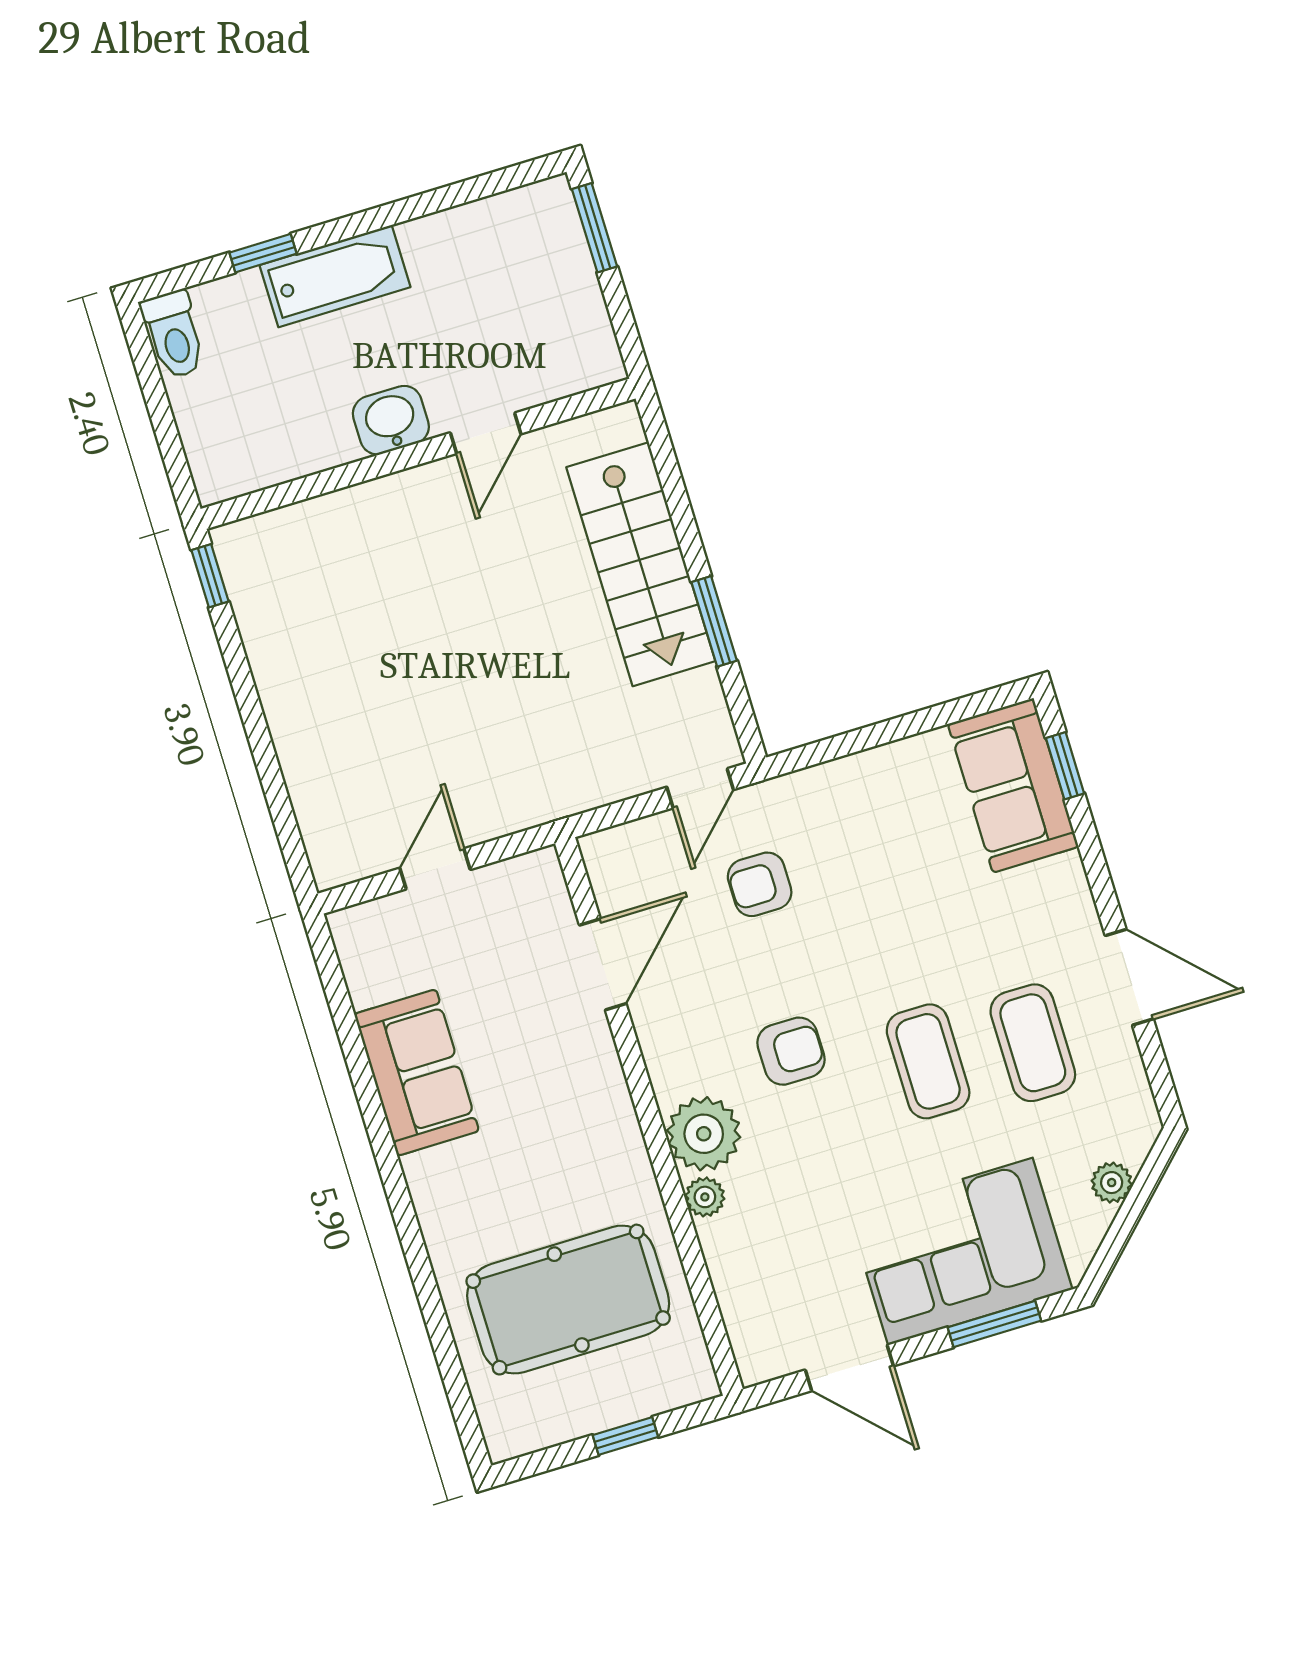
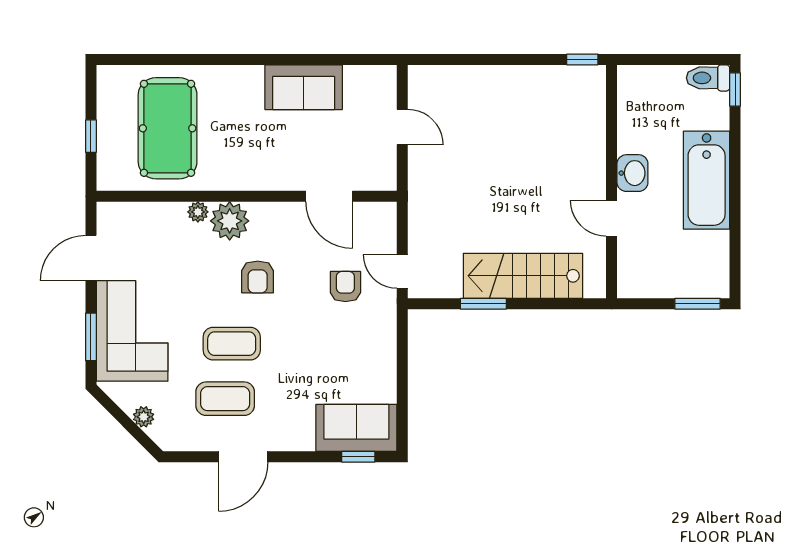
window: (263, 253) -> (735, 90), moved
bathtub: (335, 276) -> (707, 180), width x1.36, depth x1.36

